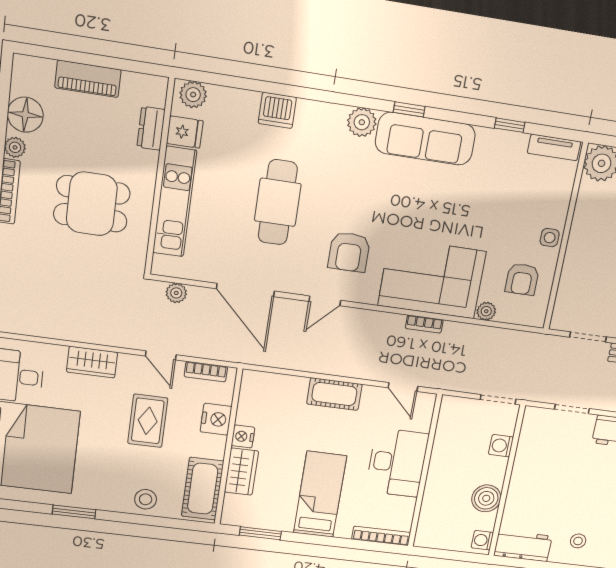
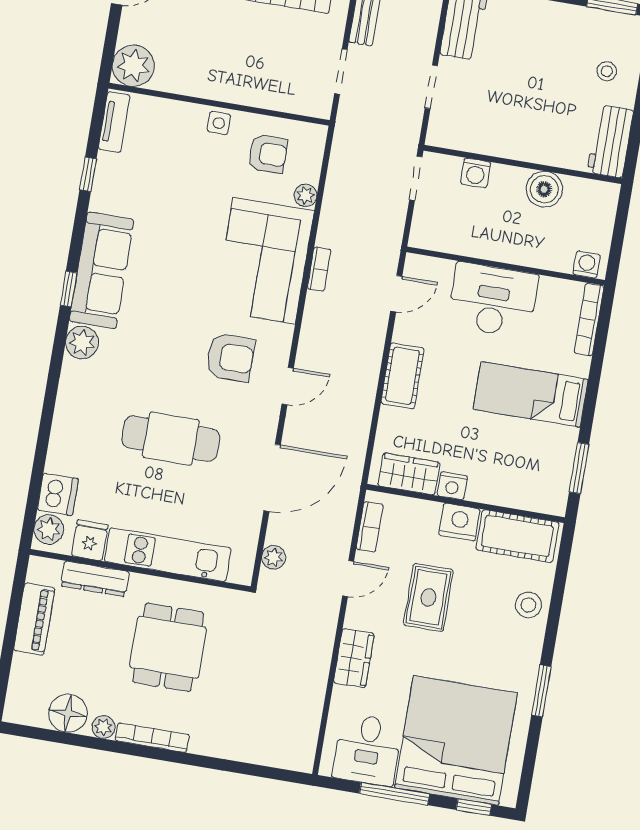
piano: (88, 79) -> (34, 619), moved
dishwasher: (277, 110) -> (58, 494), moved
dresser: (151, 128) -> (95, 579), width x1.44
door: (325, 301) -> (288, 386), hinge flipped
nightstand: (216, 419) -> (459, 522), moved
rug: (148, 421) -> (428, 597), turned 90
wardrobe: (241, 472) -> (409, 474), moved
washing machine: (482, 540) -> (587, 265), moved, turned 180

